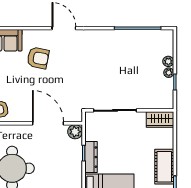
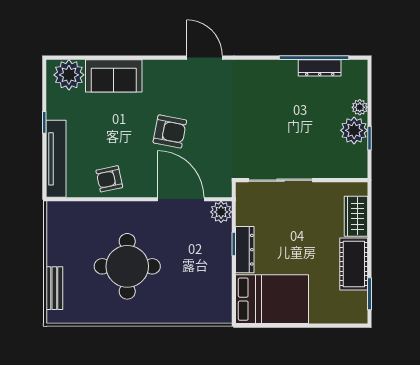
dresser: (141, 35) -> (320, 68), added
armchair: (38, 58) -> (170, 131), moved
plant: (169, 73) -> (354, 130), width x1.88, depth x1.88
wardrobe: (160, 120) -> (356, 216), moved, turned 90

